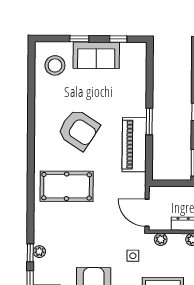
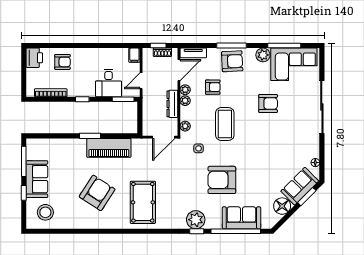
window: (118, 39) -> (24, 161), width x2.17
plant: (39, 252) -> (196, 220), width x1.88, depth x1.88

